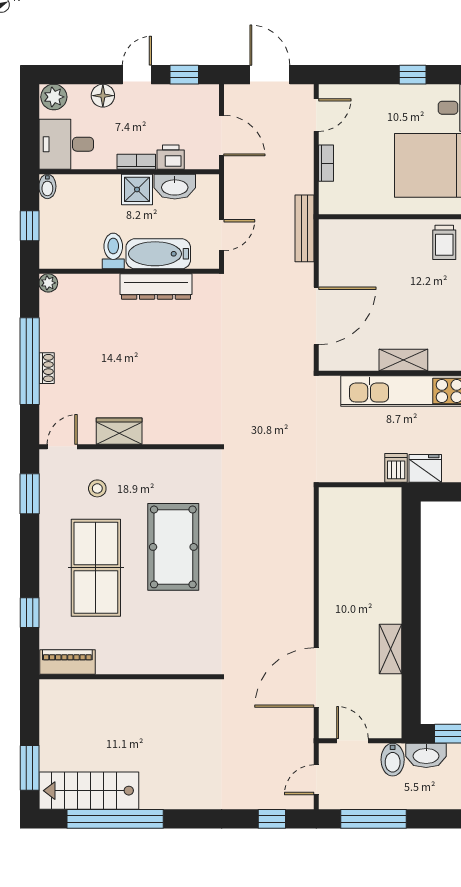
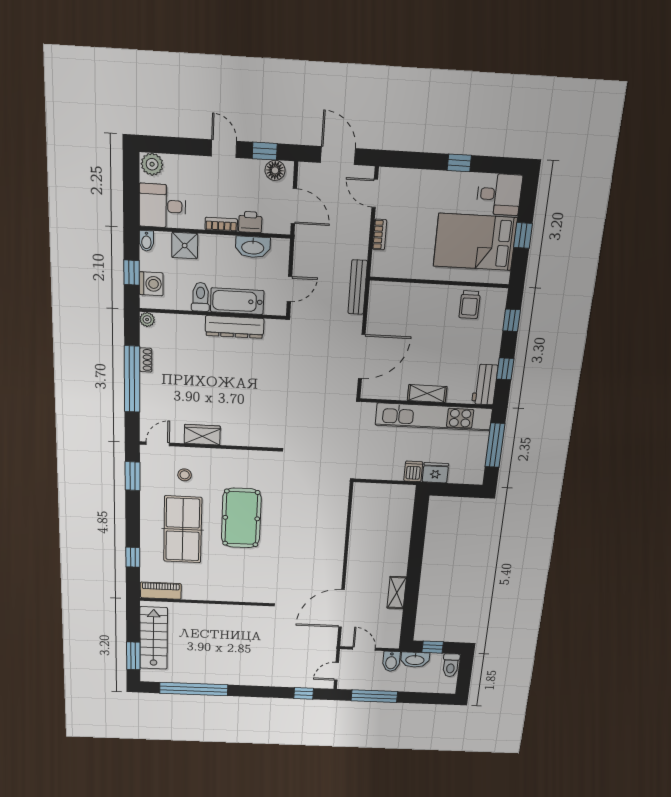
door: (137, 75) -> (224, 149), hinge flipped
floor lamp: (103, 96) -> (275, 170), moved
door: (316, 115) -> (375, 193), swing flipped
shower: (137, 189) -> (185, 246), moved
washing machine: (53, 238) -> (151, 284), added
shoe rack: (47, 368) -> (146, 360), moved
stairs: (89, 791) -> (154, 638), moved, turned 90

